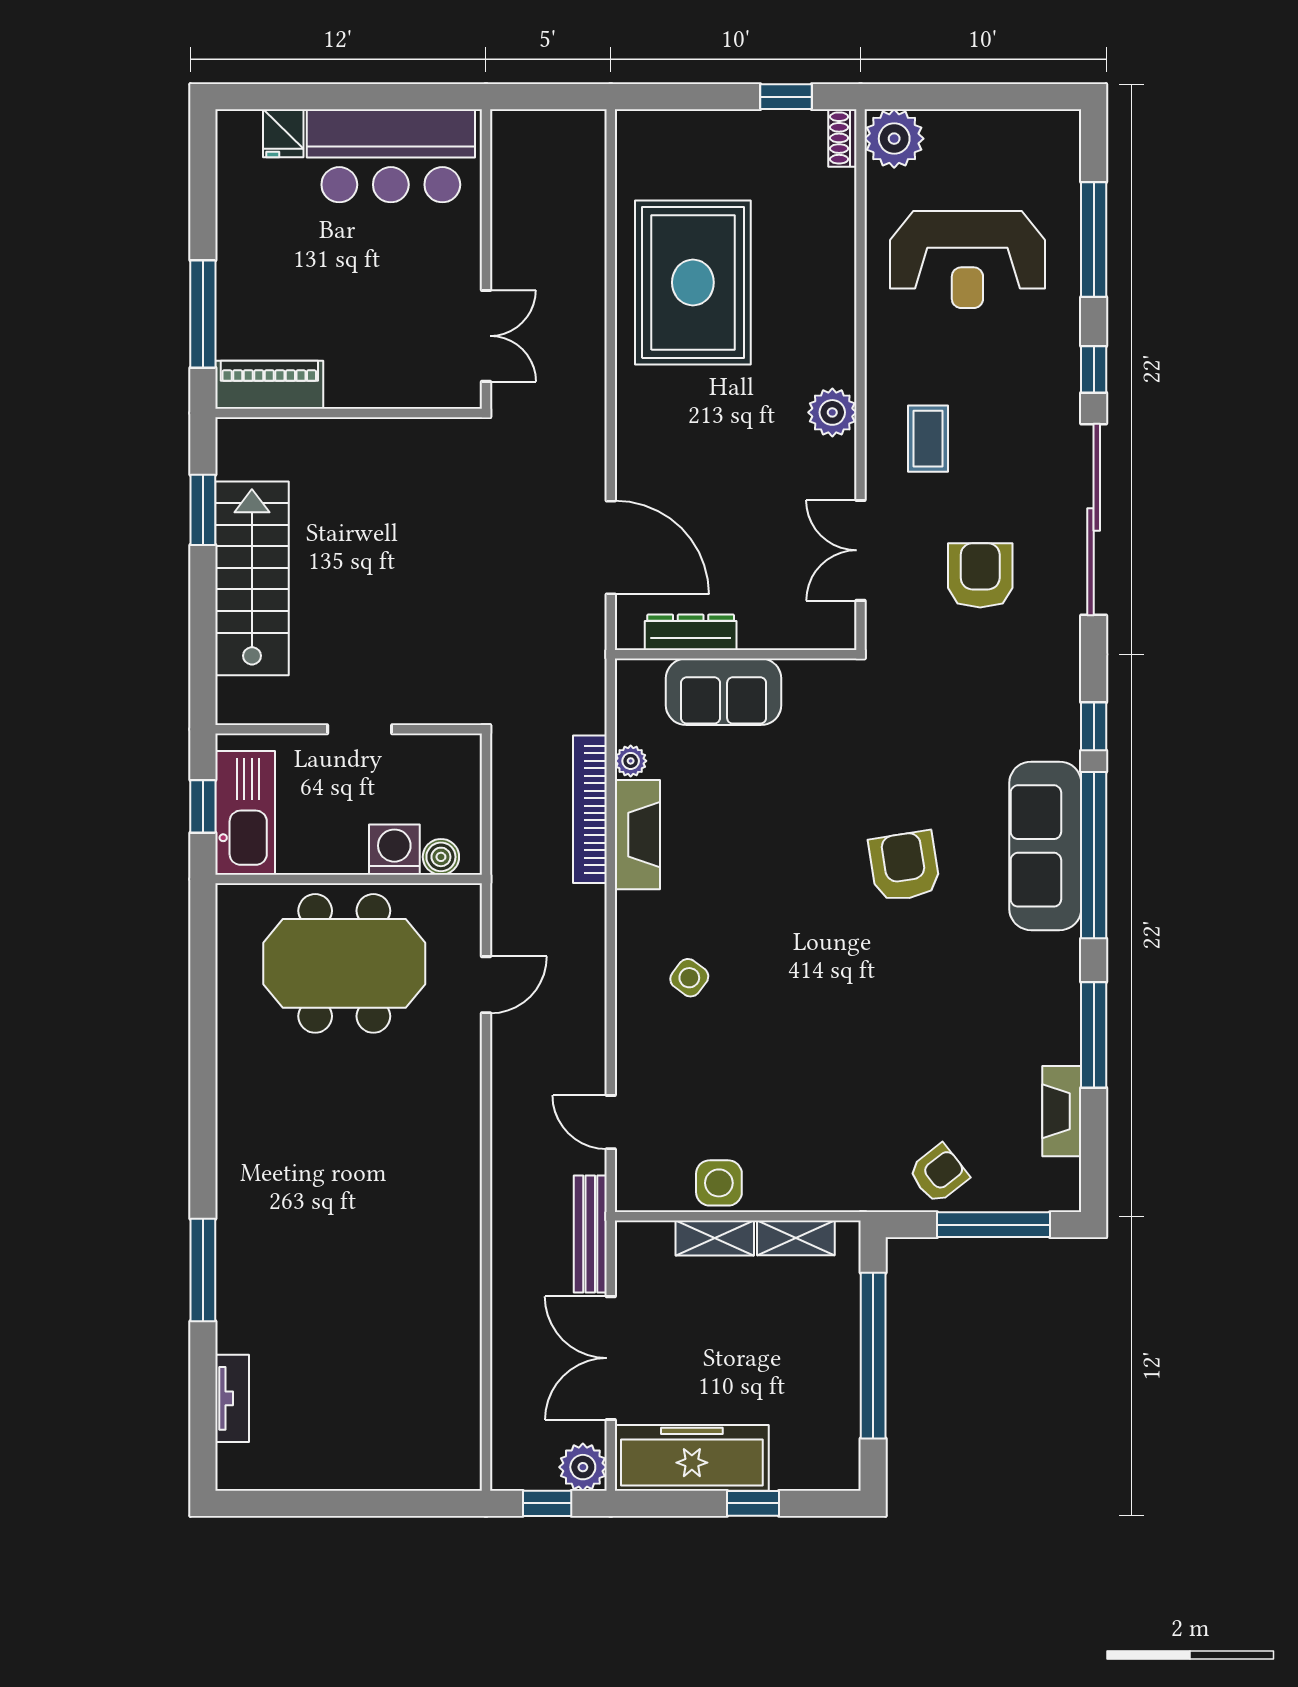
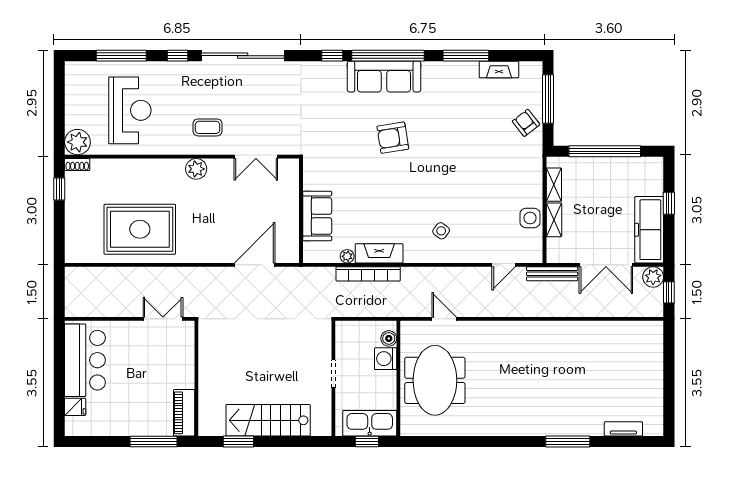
armchair: (980, 575) -> (267, 105), removed
dresser: (691, 632) -> (291, 230), removed

